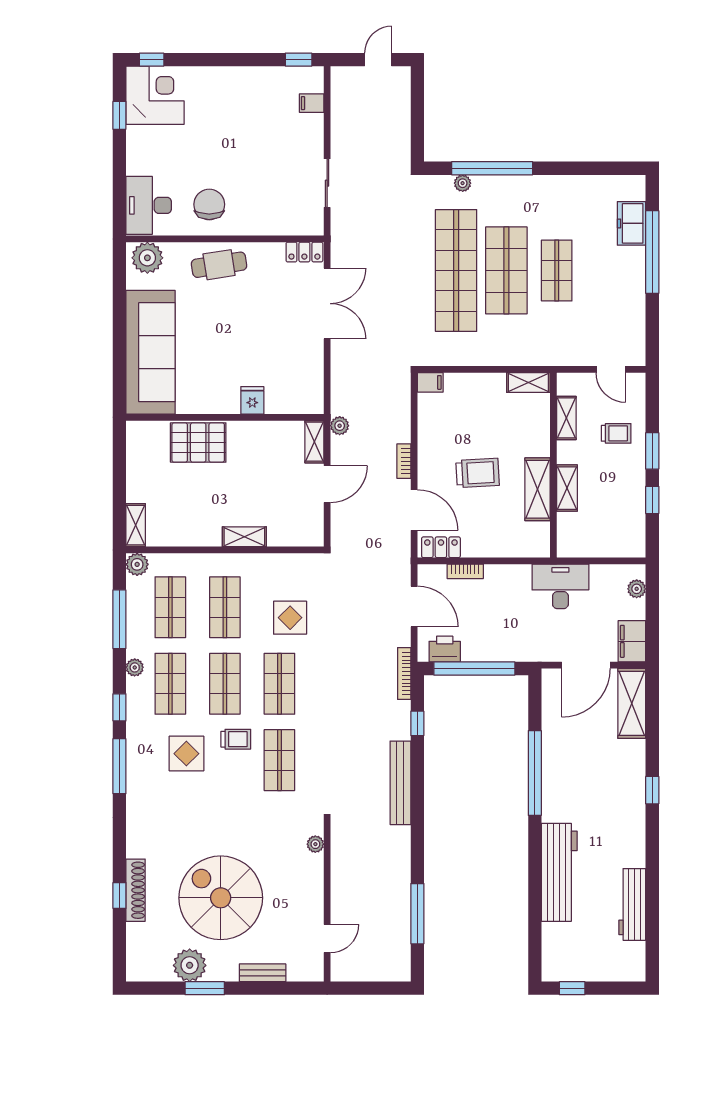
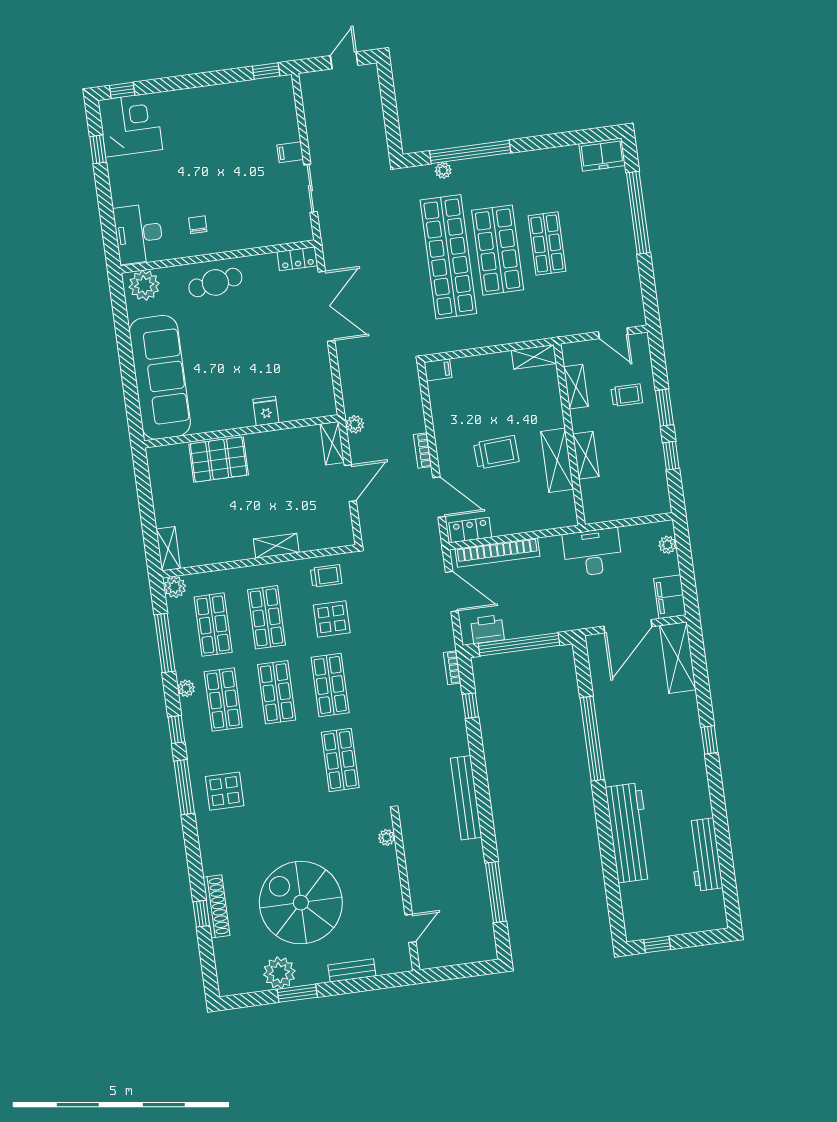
filing cabinet: (312, 103) -> (290, 152), moved
chair: (209, 204) -> (198, 225), width x0.54, depth x0.54
freezer: (632, 223) -> (602, 155), moved, turned -90
bookcase: (465, 571) -> (497, 553), width x2.31, depth x1.31
bookcase: (404, 674) -> (452, 668), width x0.64
trolley: (236, 739) -> (326, 576), moved
display table: (186, 754) -> (225, 791), moved
bench: (400, 783) -> (466, 798), moved

